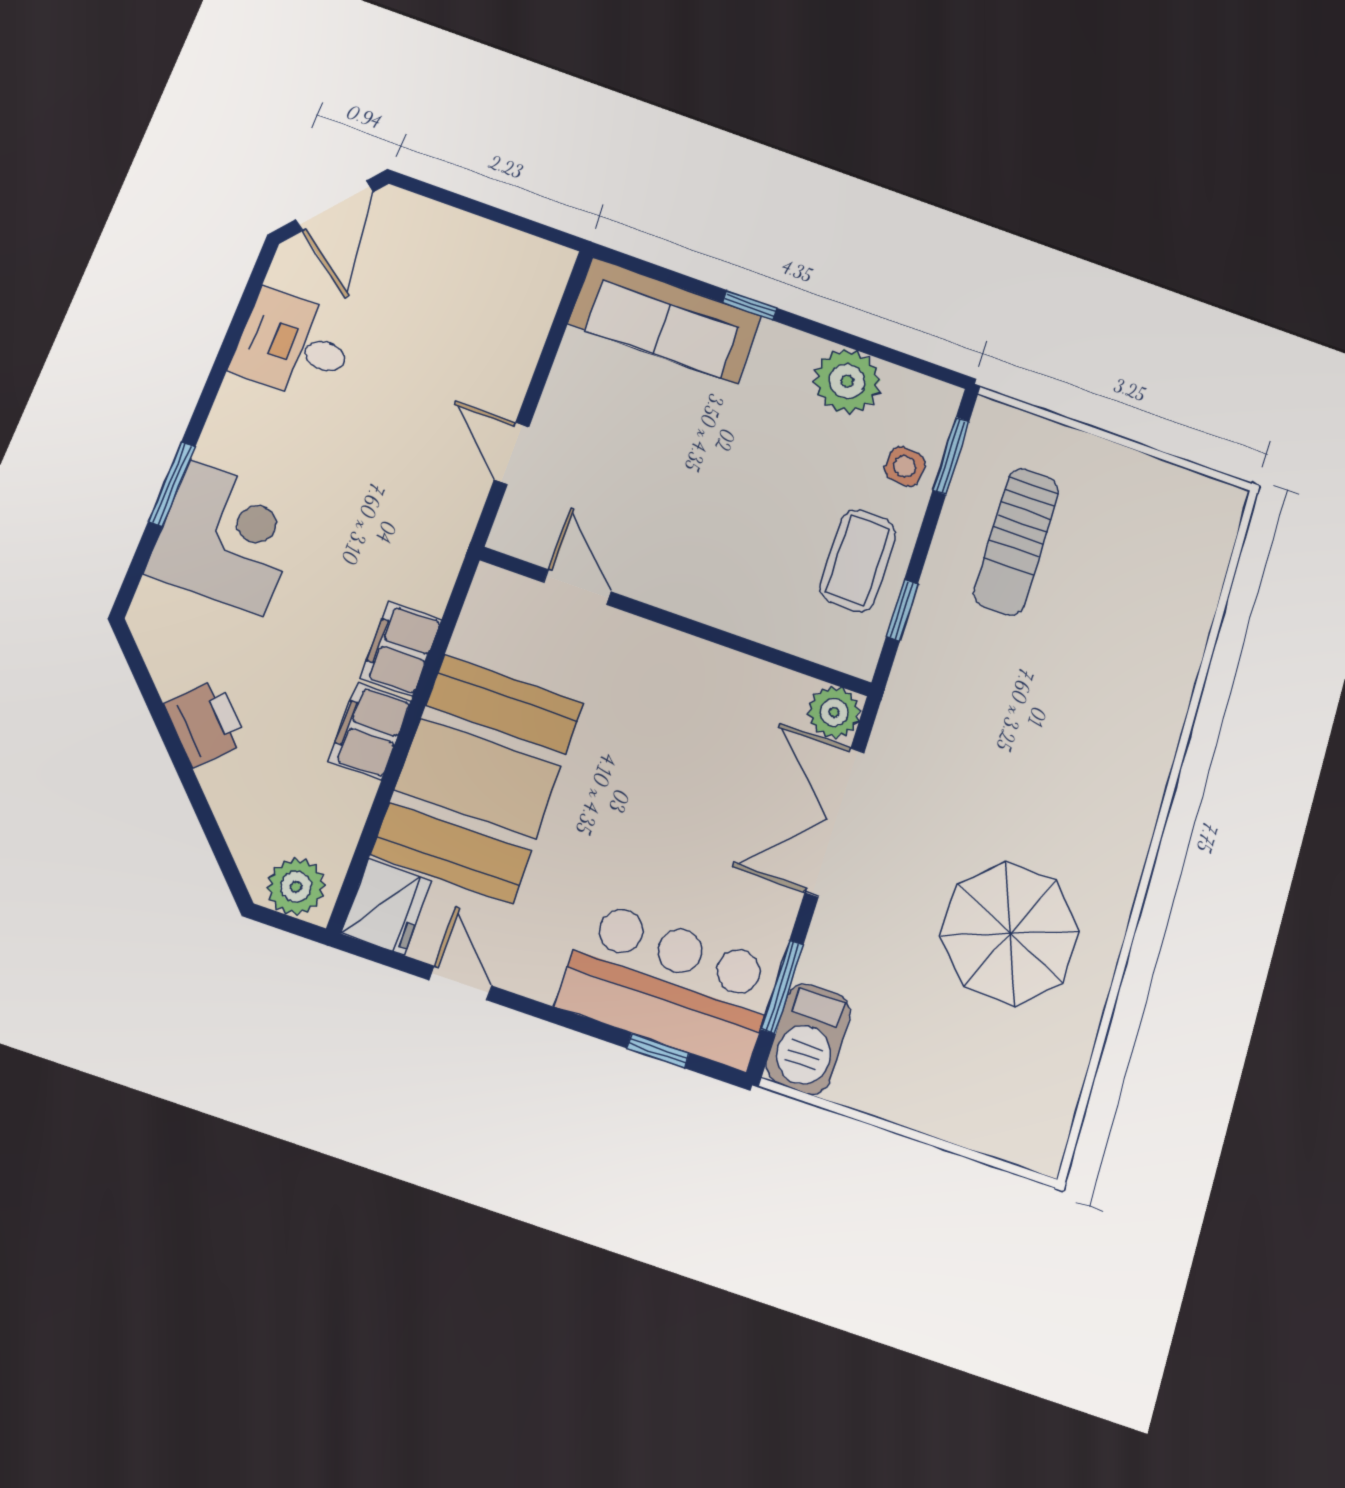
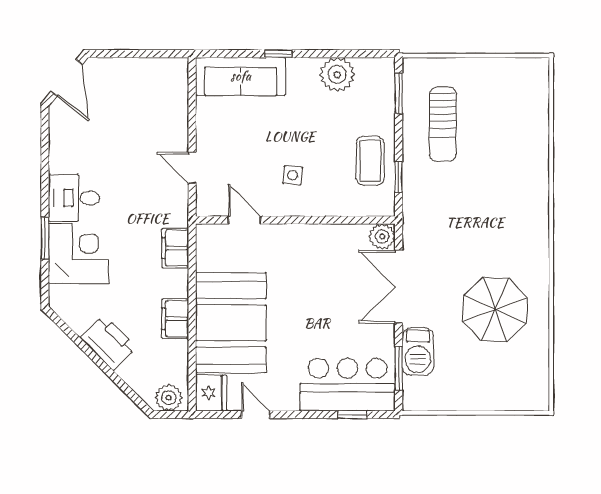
desk: (294, 345) -> (74, 198), moved
side table: (905, 466) -> (292, 175), moved
filing cabinet: (401, 649) -> (175, 248), moved
printer: (206, 723) -> (109, 343), width x1.37, depth x1.19
barbecue: (809, 1039) -> (418, 352), moved

